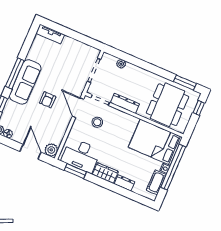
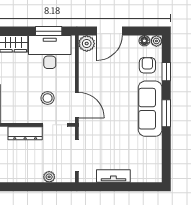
tv unit: (50, 34) -> (113, 176), moved
window: (15, 73) -> (166, 113), width x0.69
armchair: (48, 100) -> (147, 65), moved
door: (31, 152) -> (110, 31), hinge flipped

